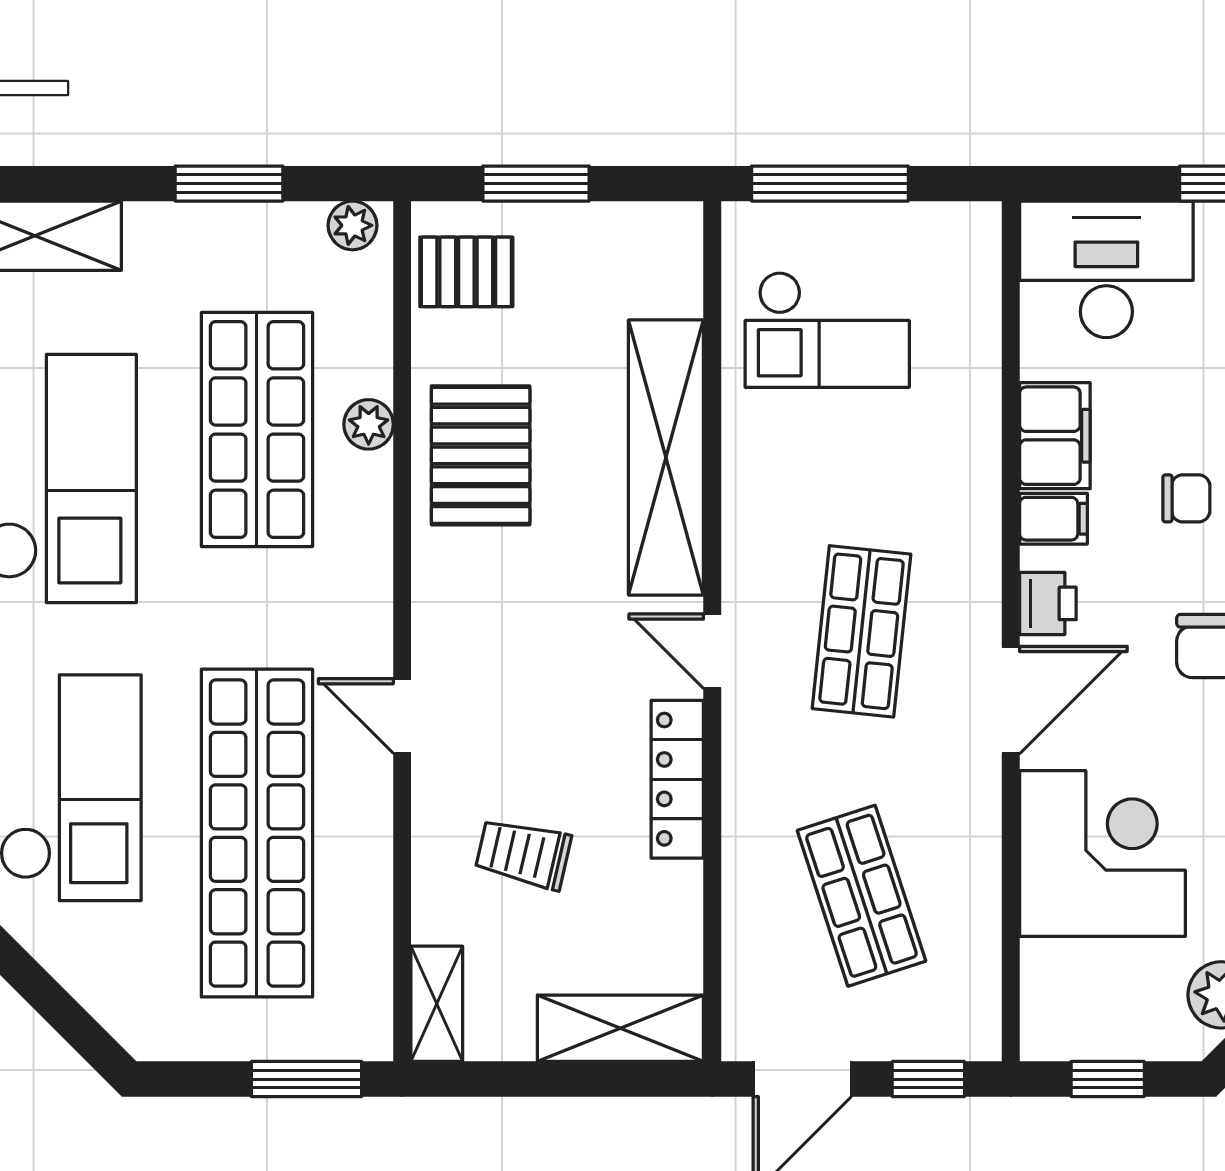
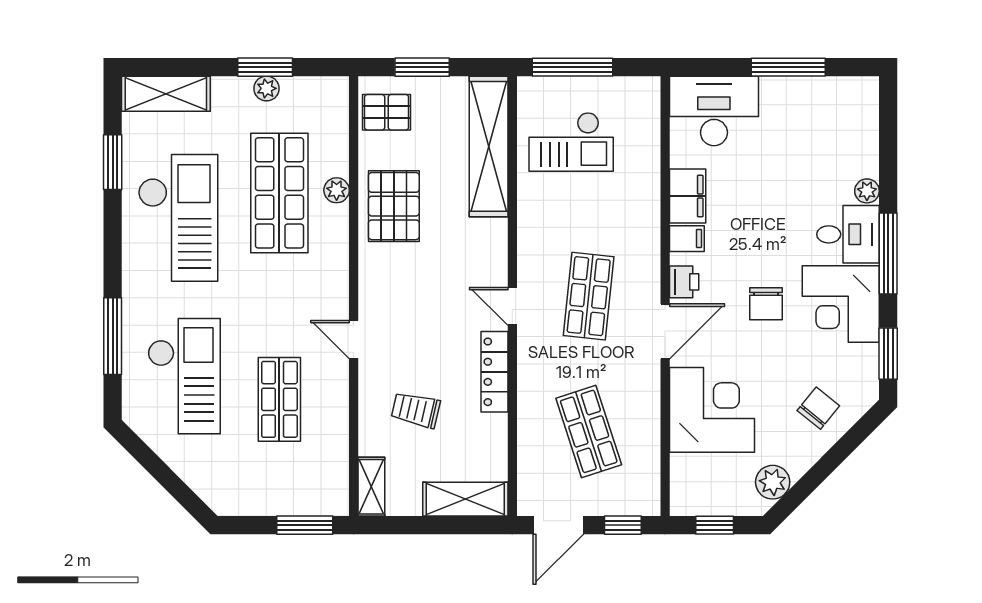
plant: (352, 225) -> (267, 88), moved
shelving: (666, 457) -> (489, 146), moved
chair: (1186, 498) -> (755, 228), removed
shop shelf: (257, 833) -> (279, 399), width x0.50, depth x0.74

